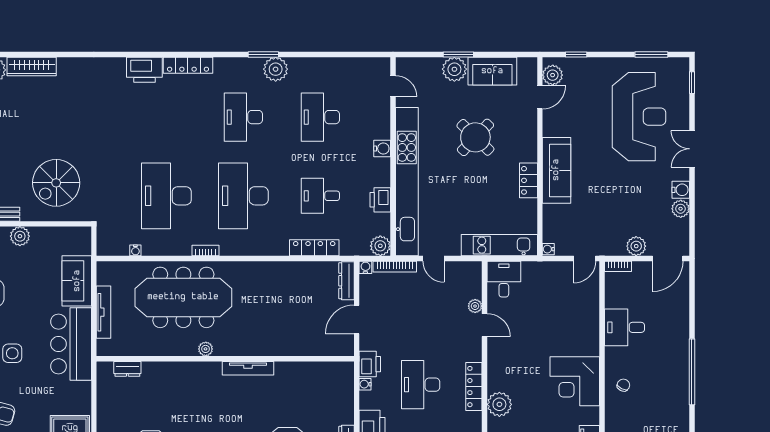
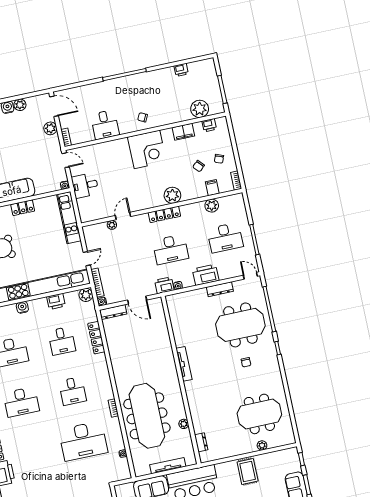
desk: (243, 196) -> (72, 391), width x0.53, depth x0.77
desk: (504, 279) -> (85, 185), moved
plant: (206, 349) -> (184, 424), moved

